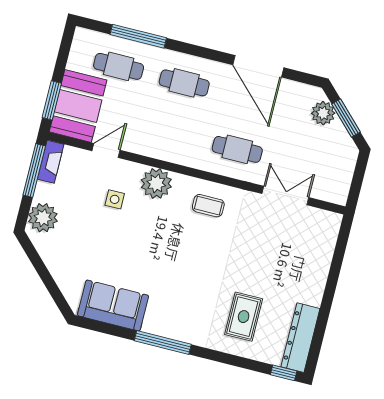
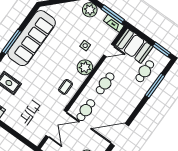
cafe table: (184, 83) -> (105, 83), moved
window: (52, 100) -> (162, 49), moved
door: (106, 151) -> (109, 50), hinge flipped
double door: (285, 196) -> (56, 124), width x1.37
sofa: (113, 305) -> (32, 38), width x1.85, depth x1.27

